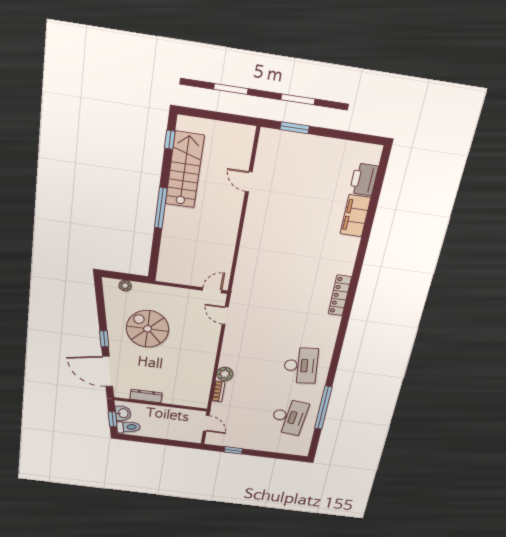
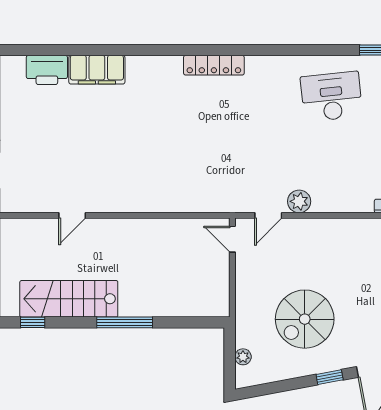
plant: (225, 374) -> (299, 201), moved

